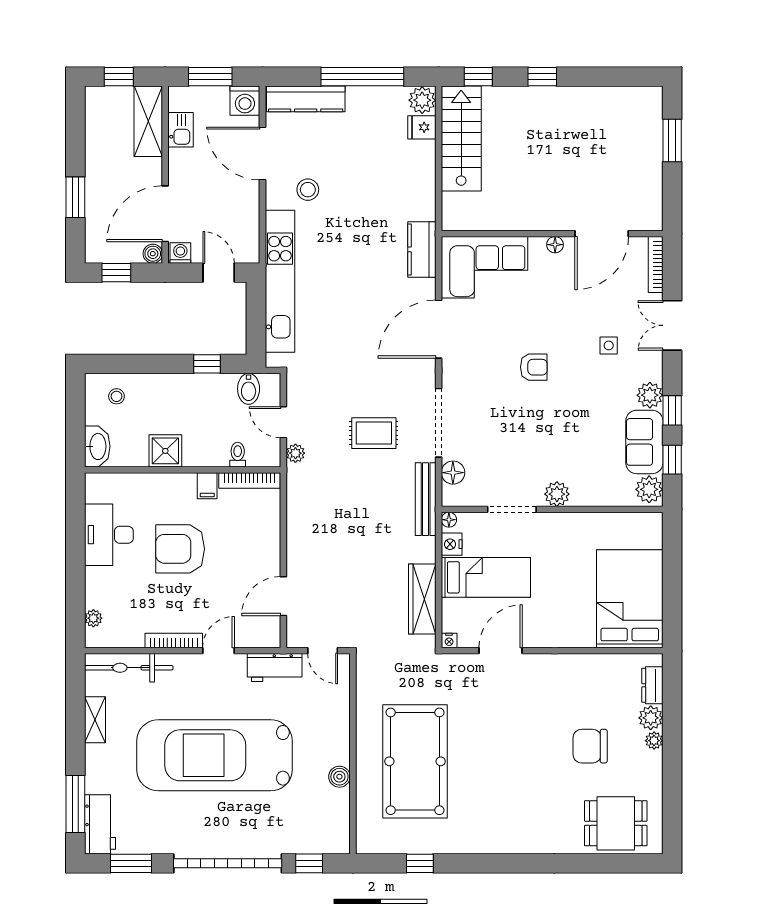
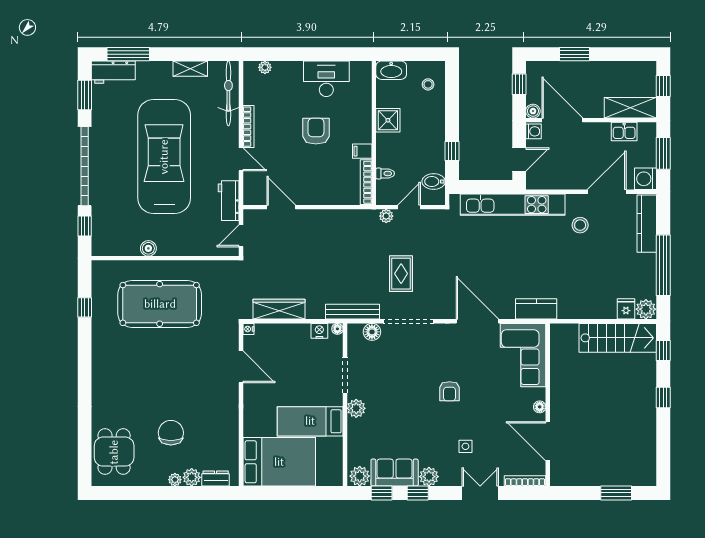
armchair: (180, 549) -> (316, 131), width x0.73, depth x0.73
bed: (486, 577) -> (310, 421), moved, turned 90

